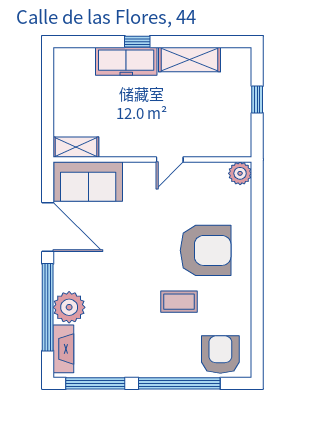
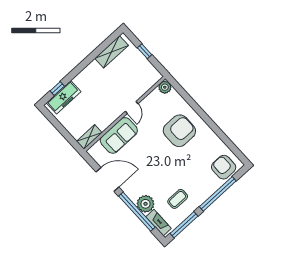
window: (137, 42) -> (57, 89), moved
shelving: (189, 59) -> (112, 52), moved
freezer: (126, 61) -> (64, 97), moved
sofa: (88, 182) -> (119, 135), moved
coffee table: (179, 302) -> (178, 199), moved

